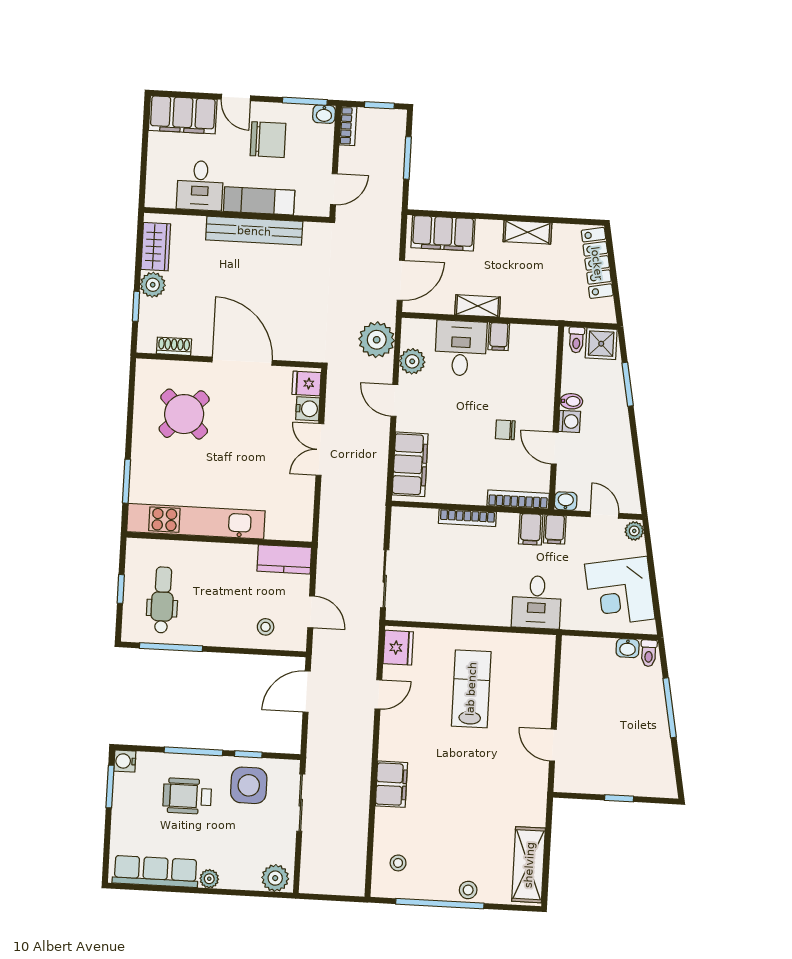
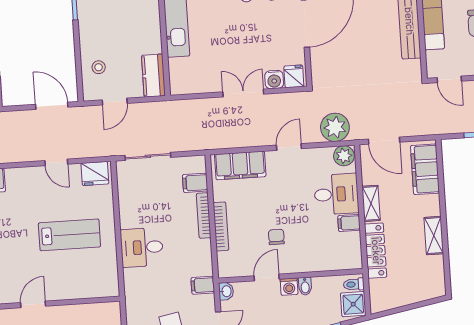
locker: (597, 263) -> (376, 251), moved, turned 100
plant: (412, 361) -> (344, 156), moved
bookcase: (518, 500) -> (221, 226), moved
filing cabinet: (531, 529) -> (195, 183), moved
desk: (537, 602) -> (142, 247), moved

